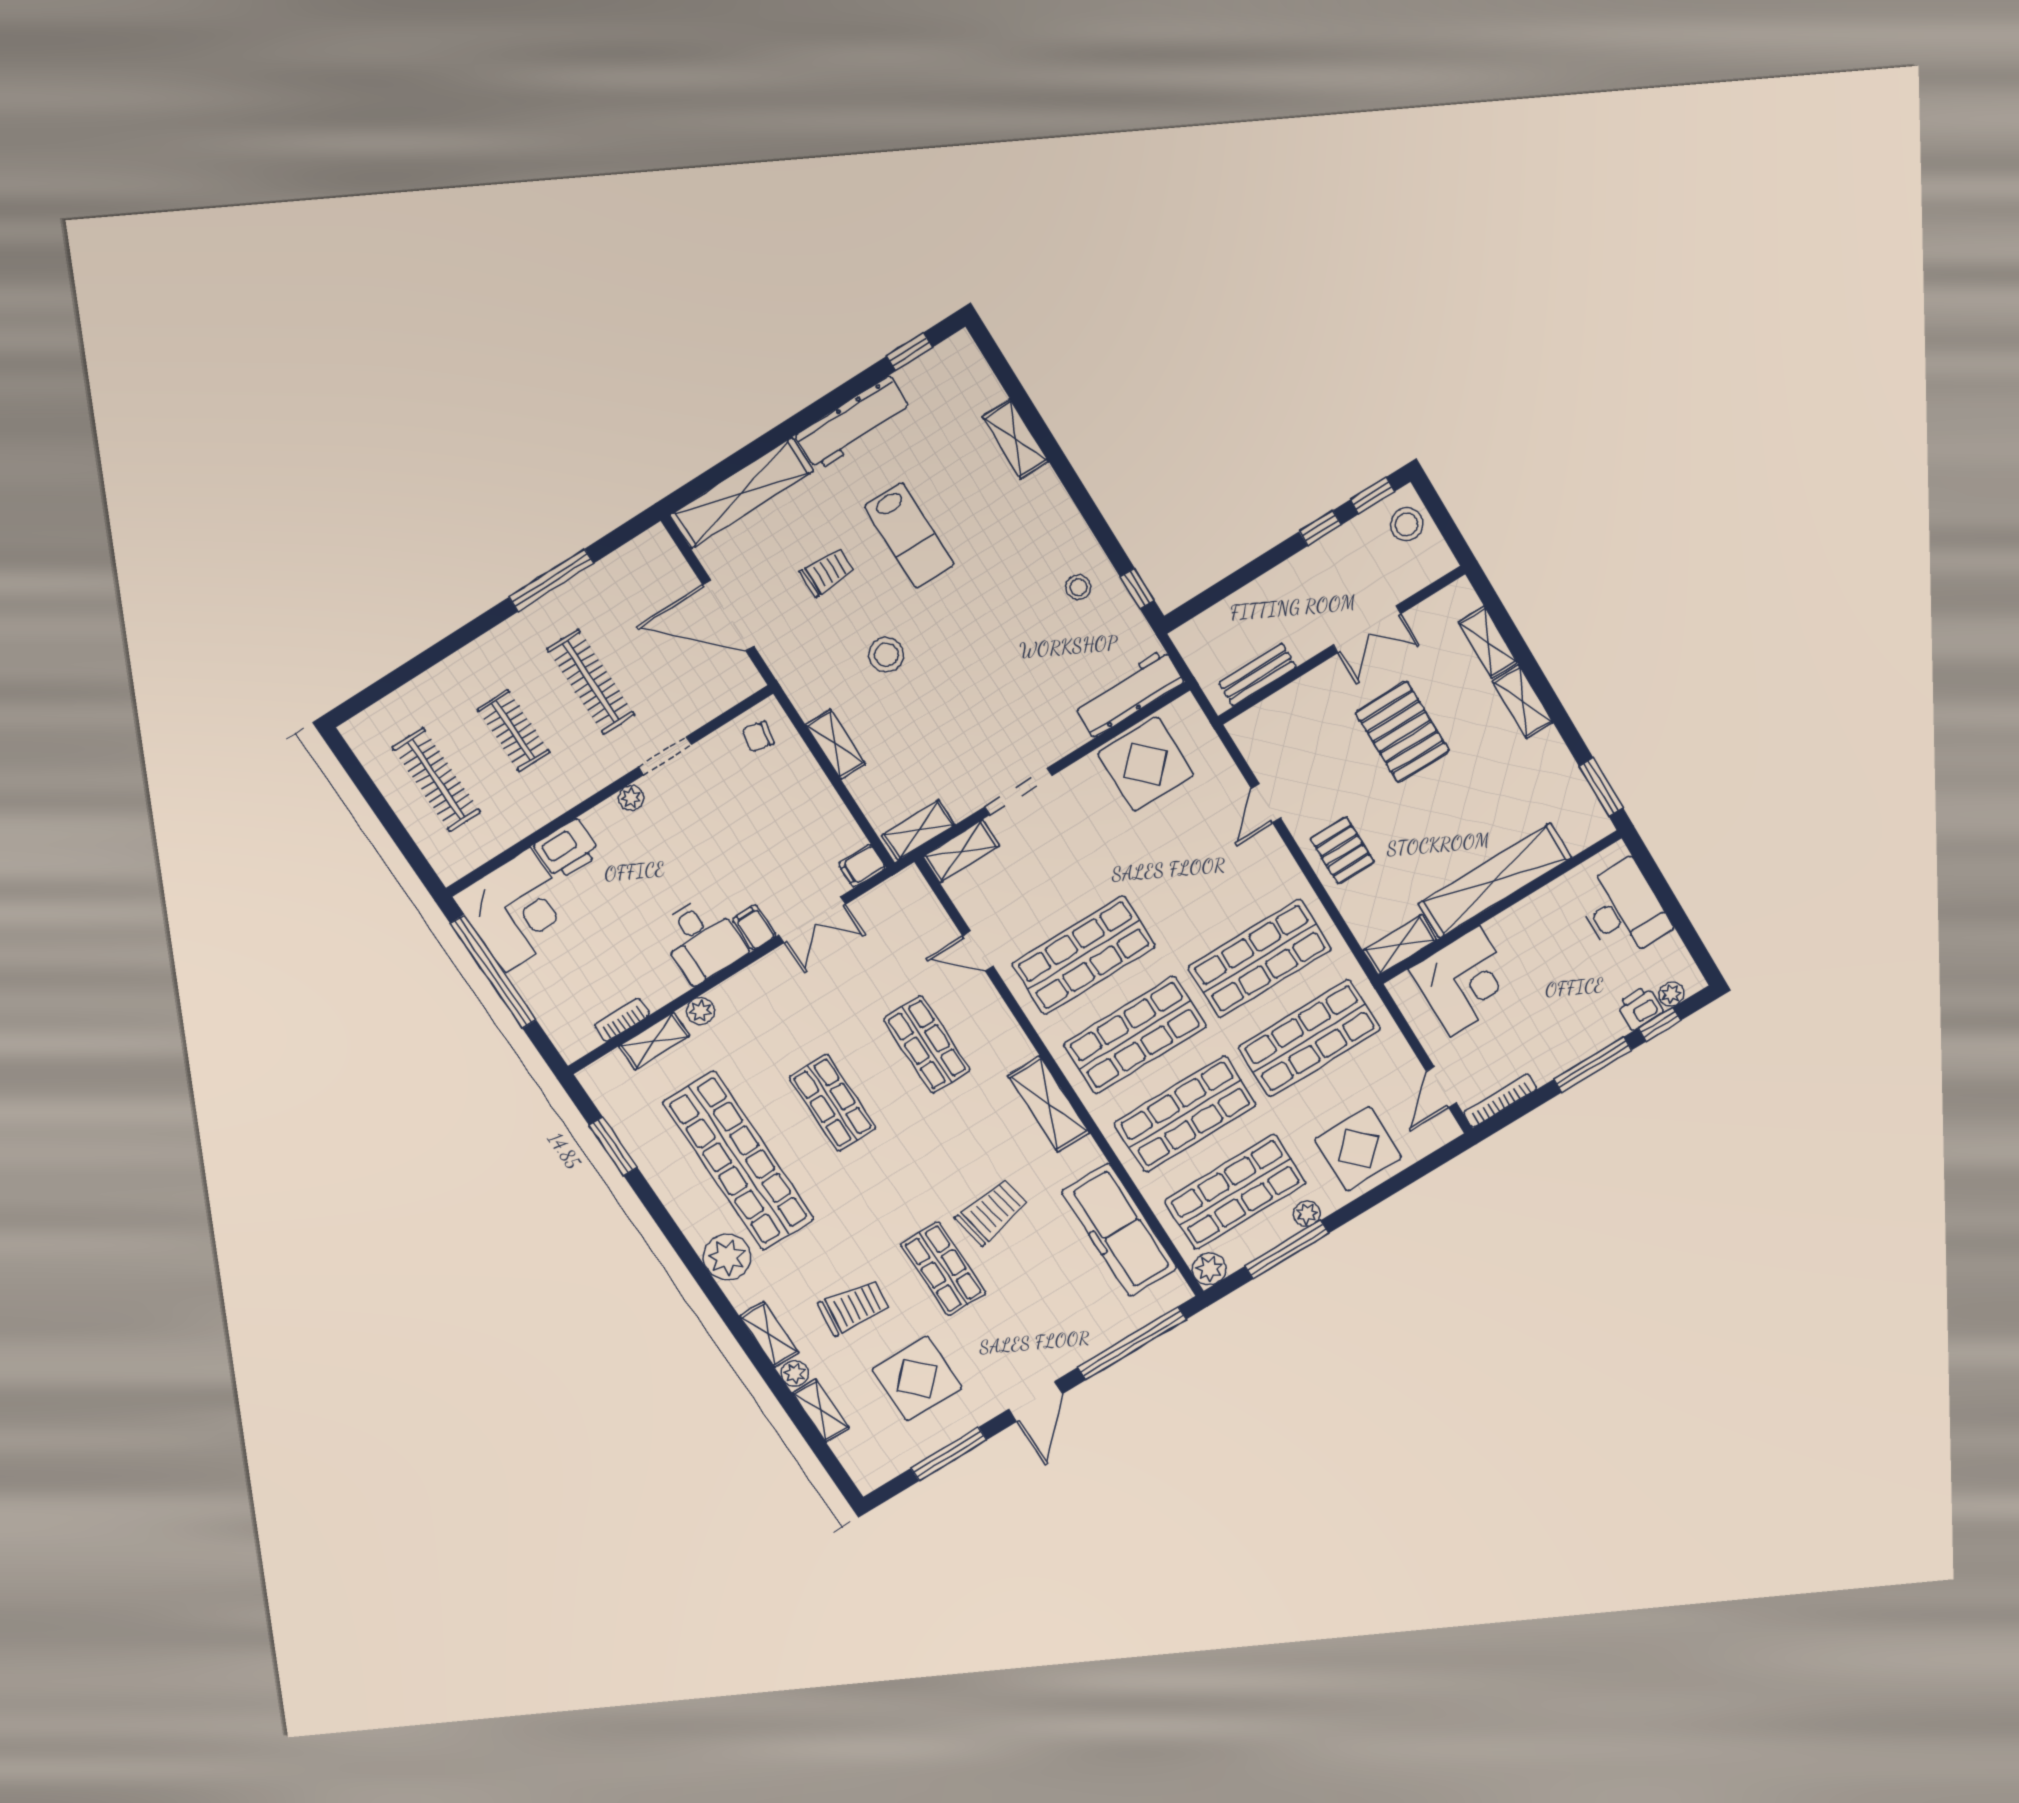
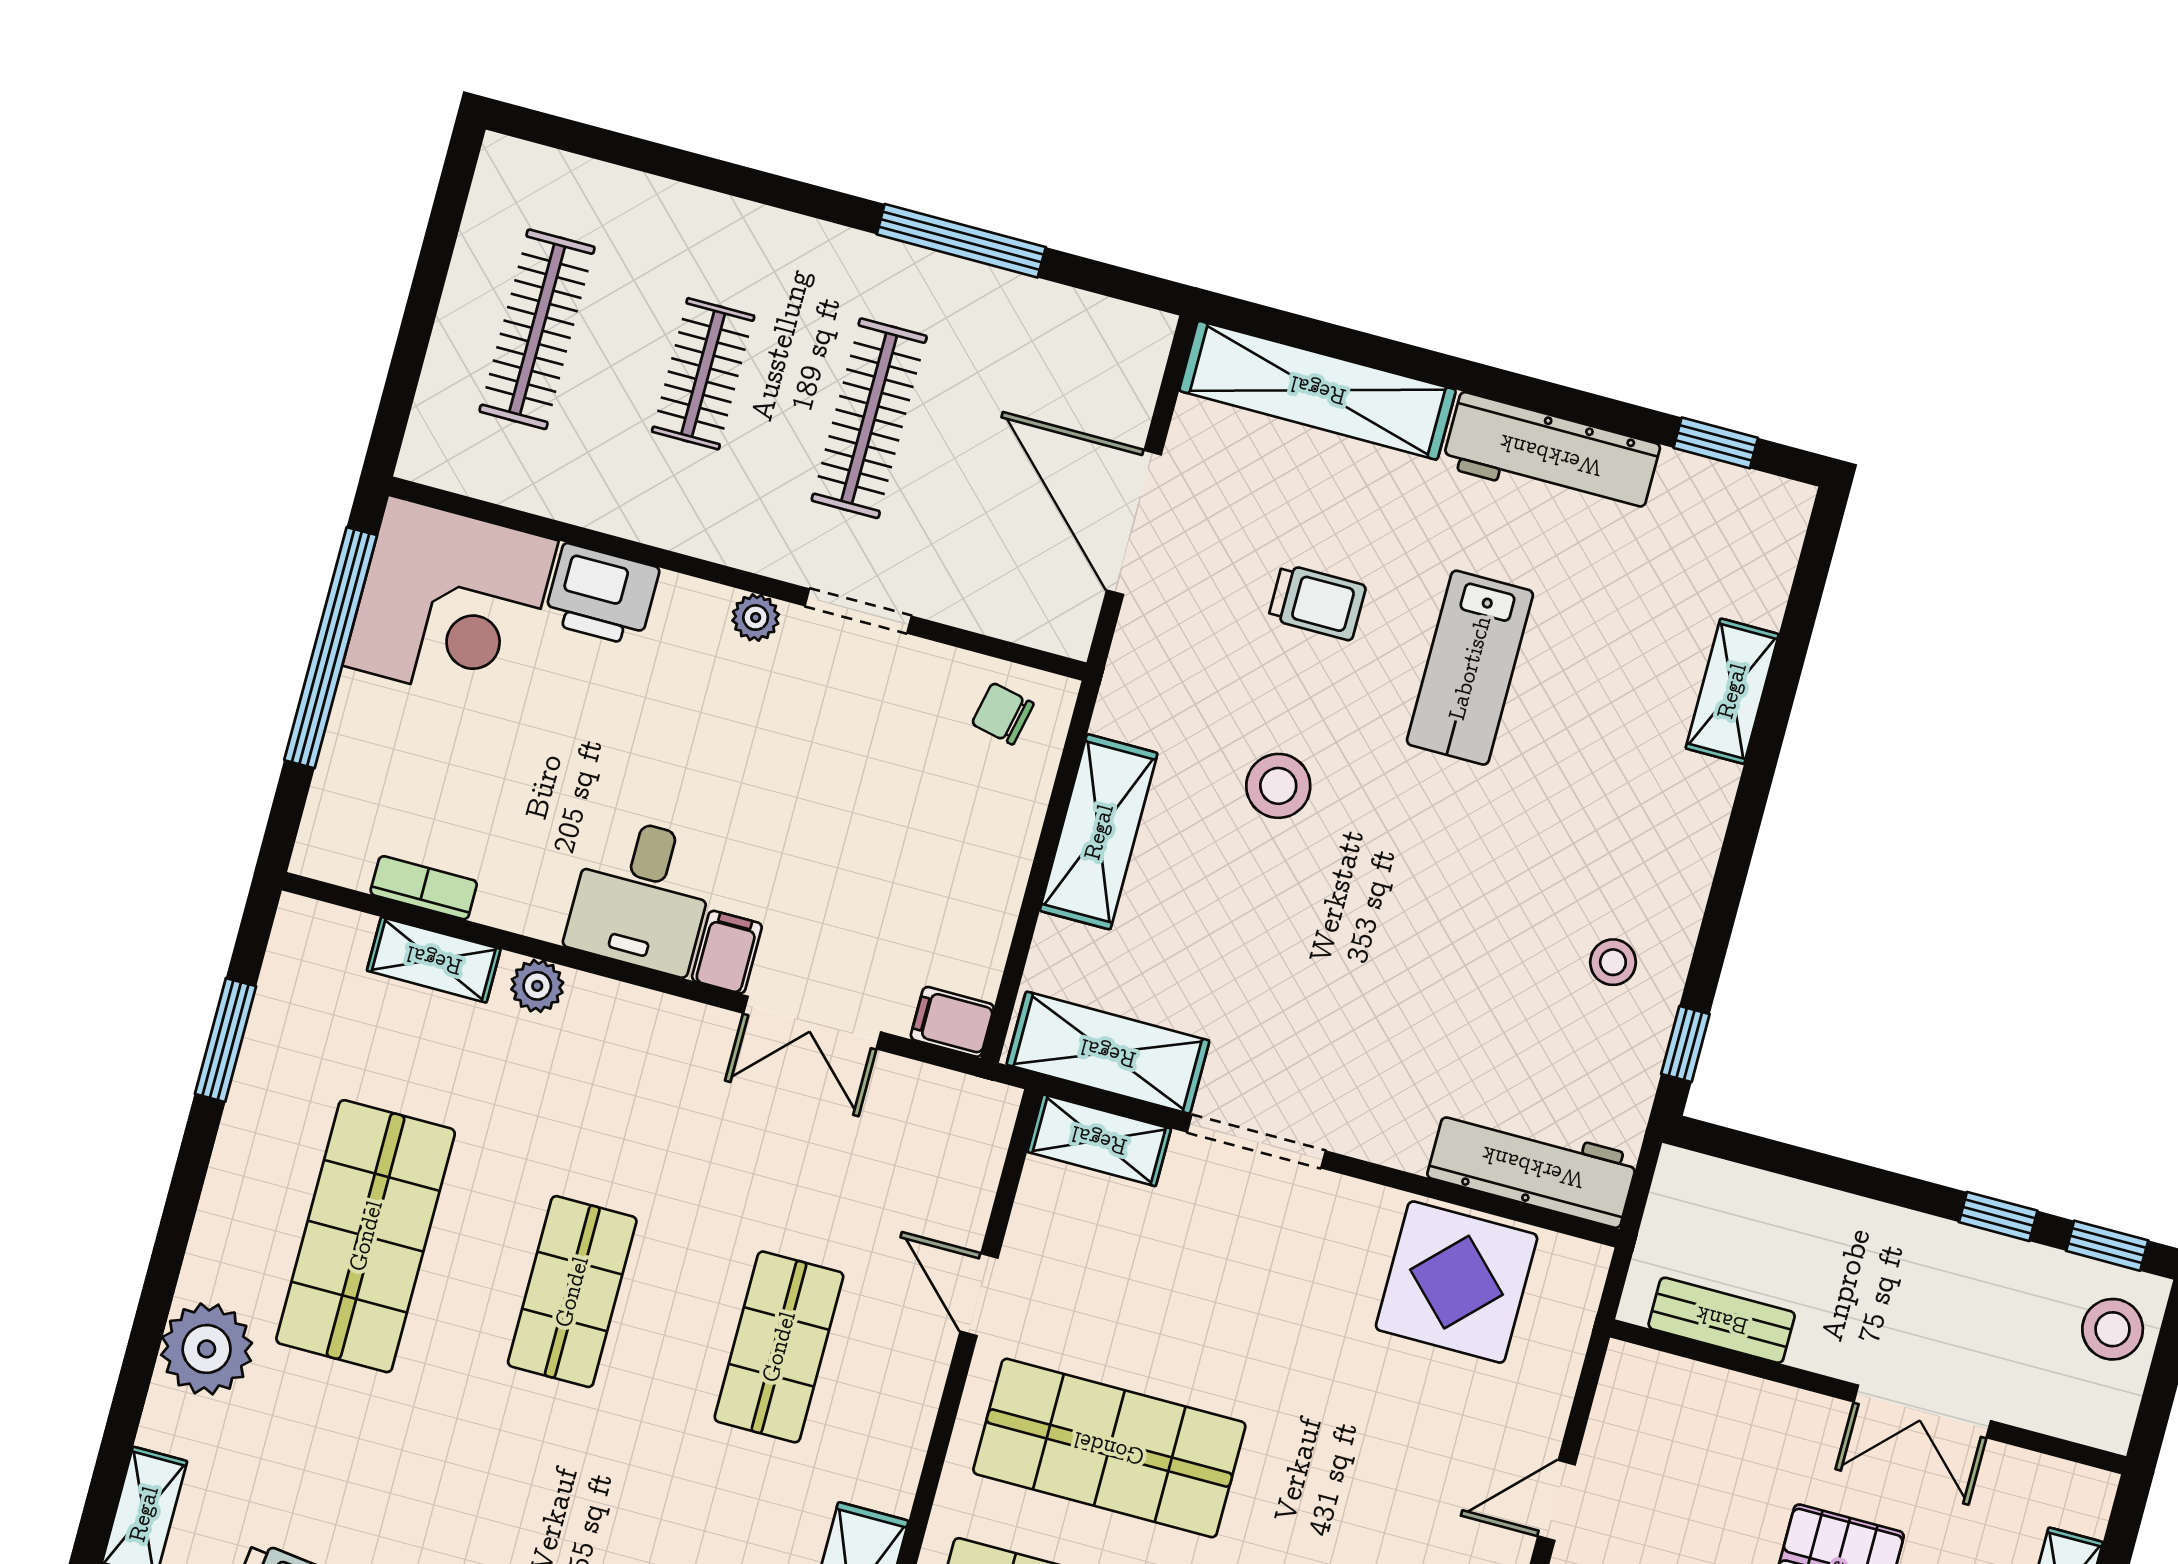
shelving: (835, 744) -> (1099, 832), width x1.50, depth x1.33
shelving: (919, 830) -> (1108, 1053), width x1.50, depth x1.33
shop shelf: (739, 1161) -> (366, 1236), width x0.71

